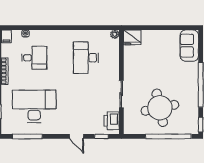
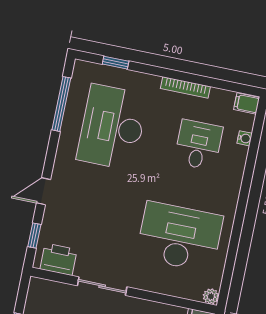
desk: (34, 58) -> (198, 145), turned 180
desk: (86, 58) -> (180, 237), width x1.36, depth x1.30
desk: (34, 106) -> (112, 127), turned 180

